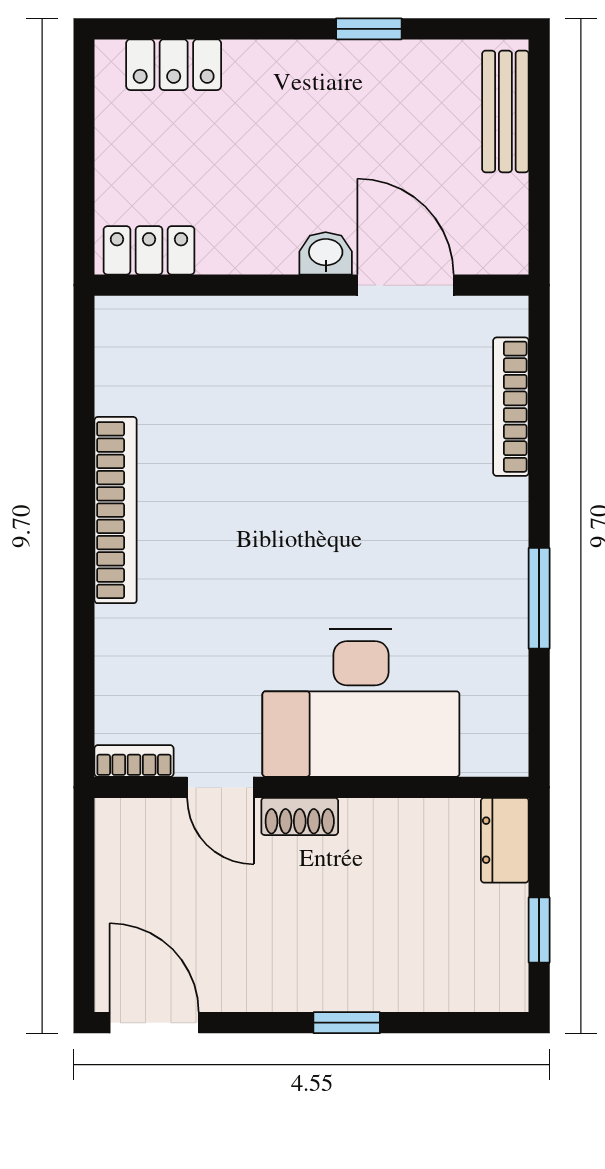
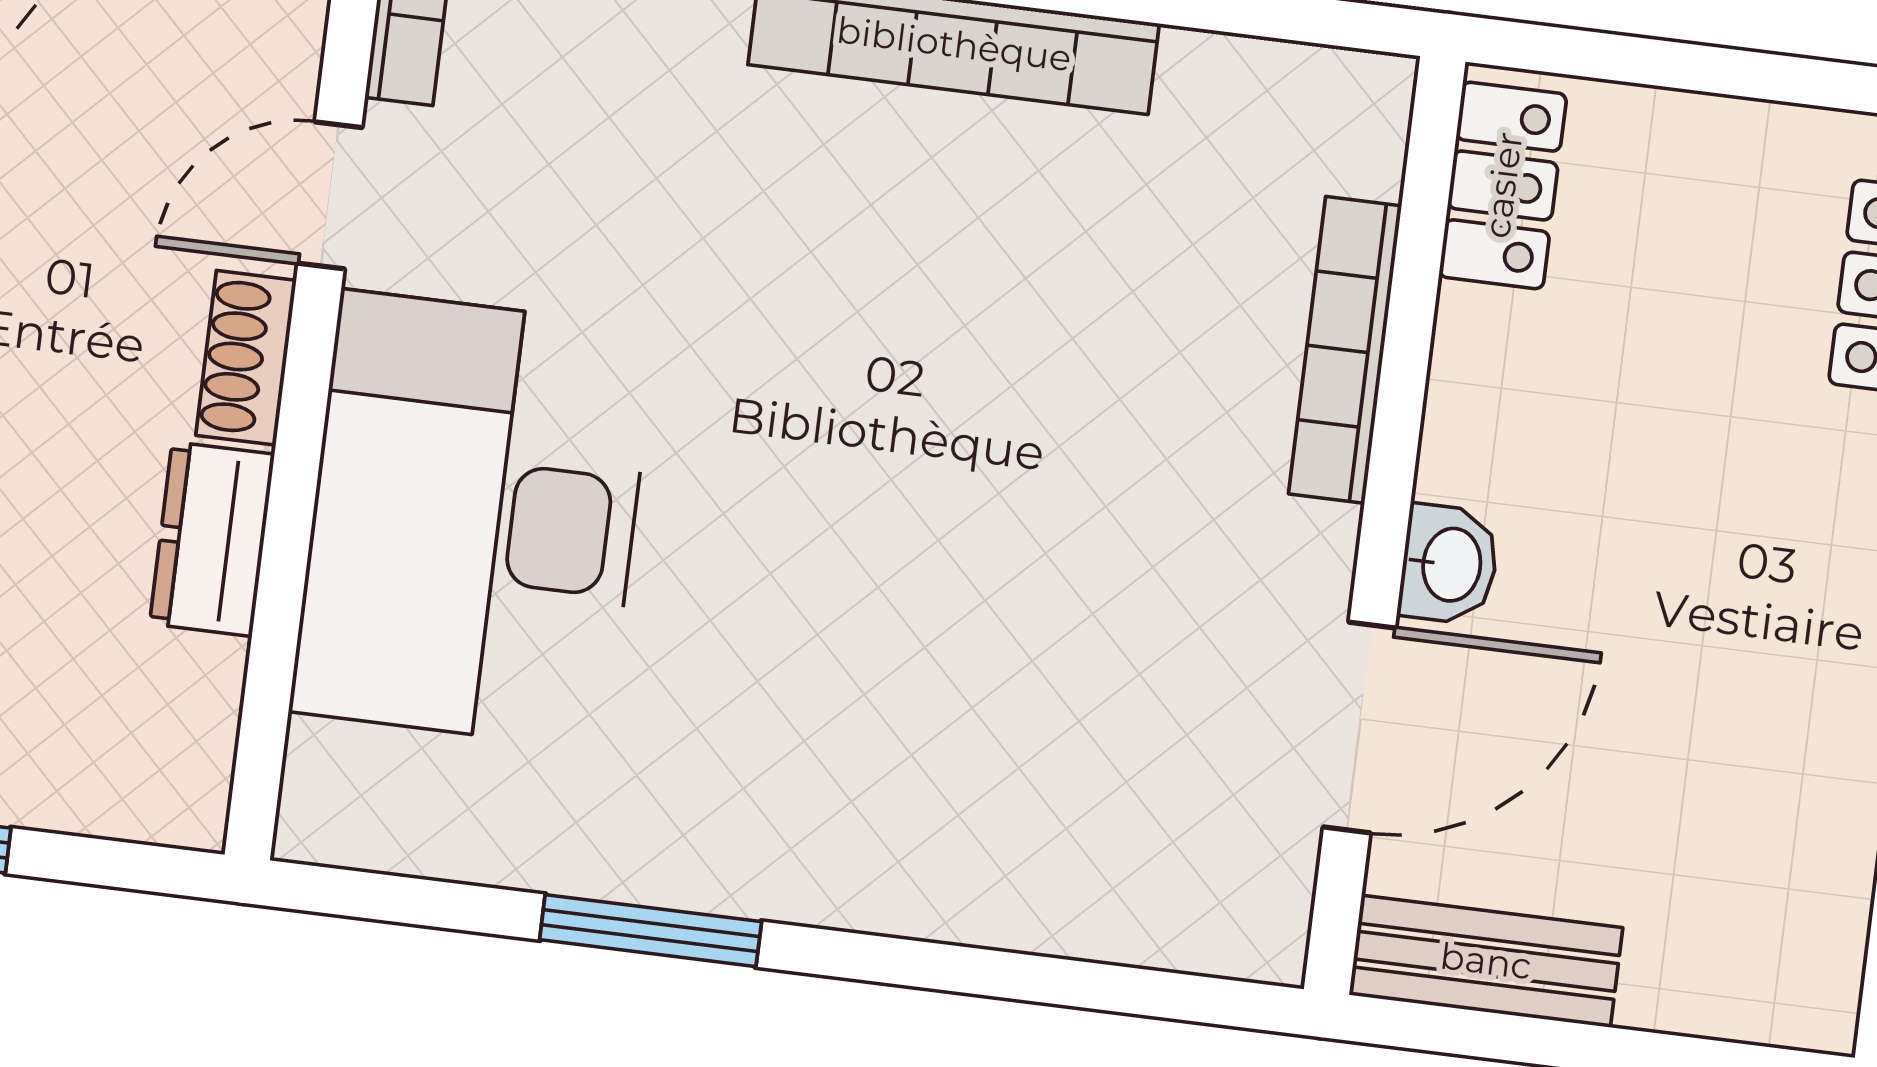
bench: (505, 111) -> (1486, 961), moved
bookcase: (511, 407) -> (1345, 350), moved, turned -90
dresser: (505, 840) -> (212, 539), moved, turned -90

